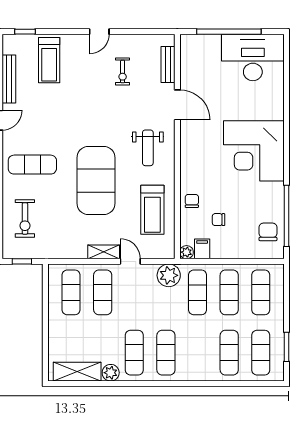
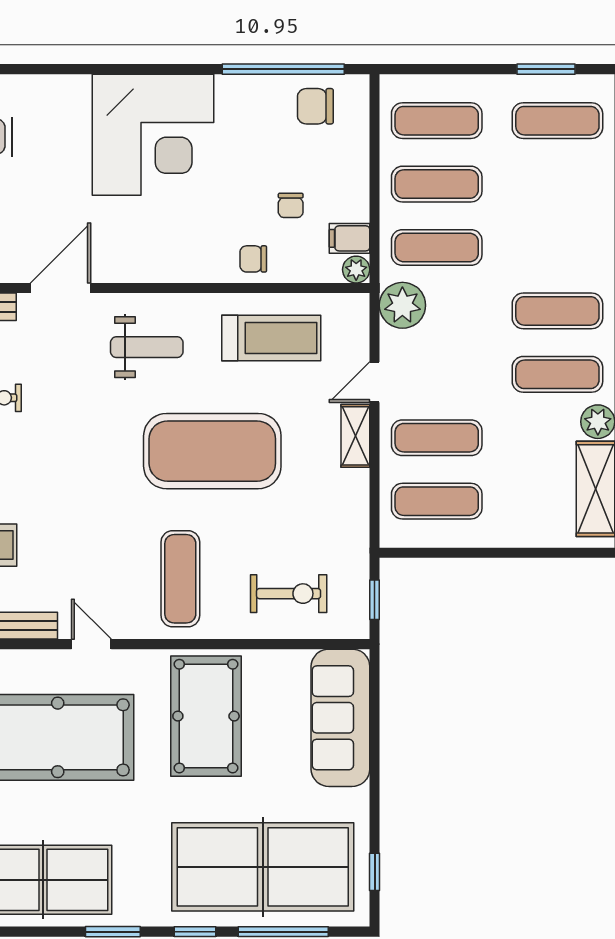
exercise mat: (229, 353) -> (557, 184), removed

